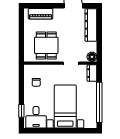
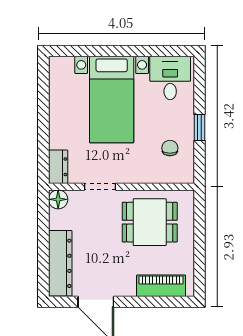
dining table: (46, 45) -> (150, 222), turned 90
window: (99, 102) -> (43, 108), removed
window: (21, 111) -> (200, 128), moved

